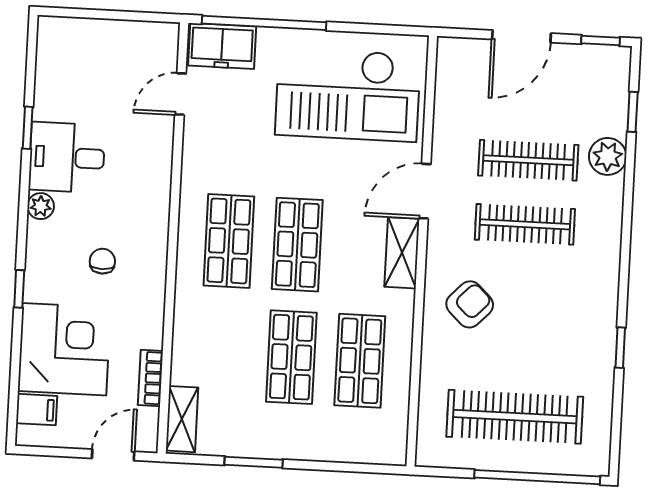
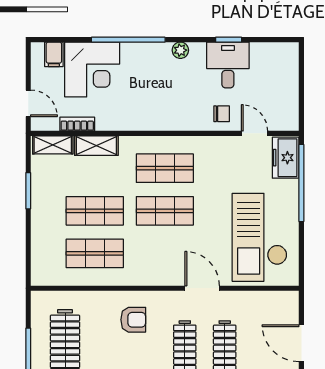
desk: (67, 157) -> (228, 65), moved
shelving: (402, 253) -> (96, 146), moved
chair: (102, 261) -> (222, 114), moved
window: (19, 289) -> (128, 40), width x3.17
armchair: (470, 304) -> (133, 320), turned -44

